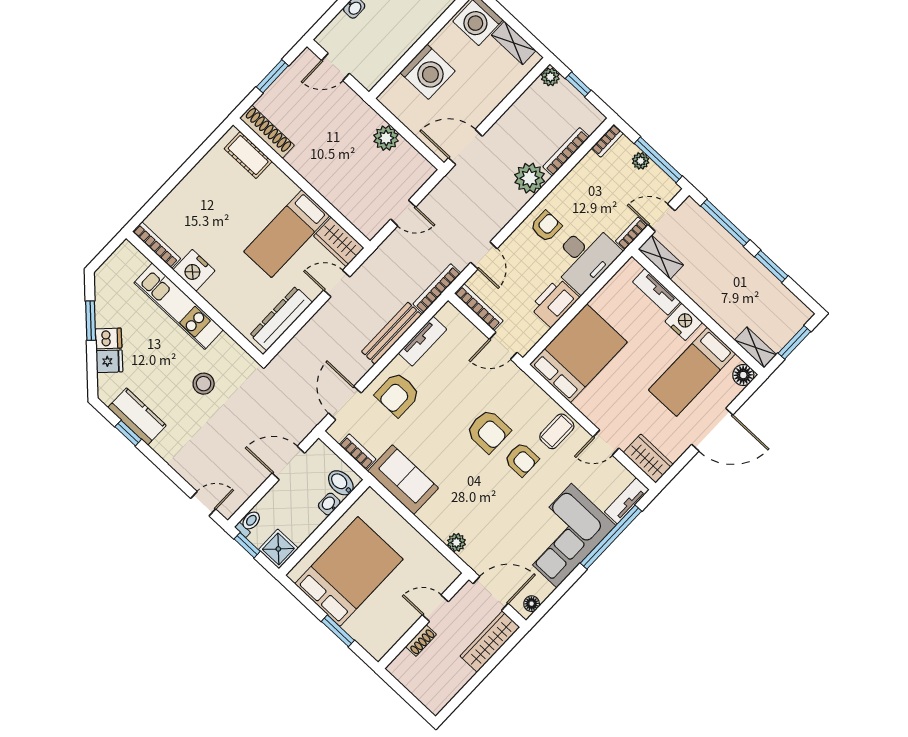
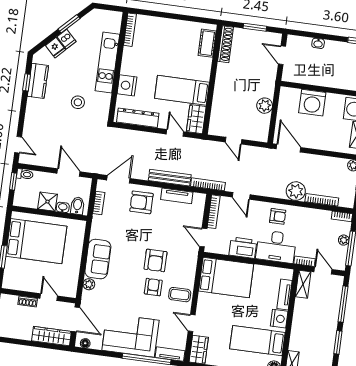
door: (484, 255) -> (241, 196), hinge flipped
nightstand: (194, 270) -> (127, 85), moved
armchair: (522, 459) -> (153, 287), turned 180
sofa: (403, 480) -> (98, 259), moved
shower: (278, 549) -> (48, 202), moved

